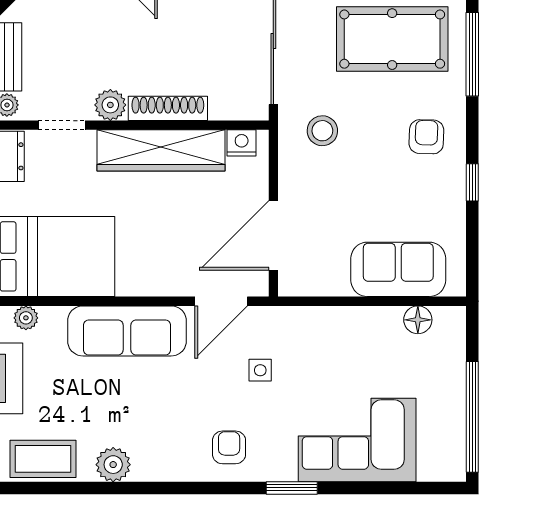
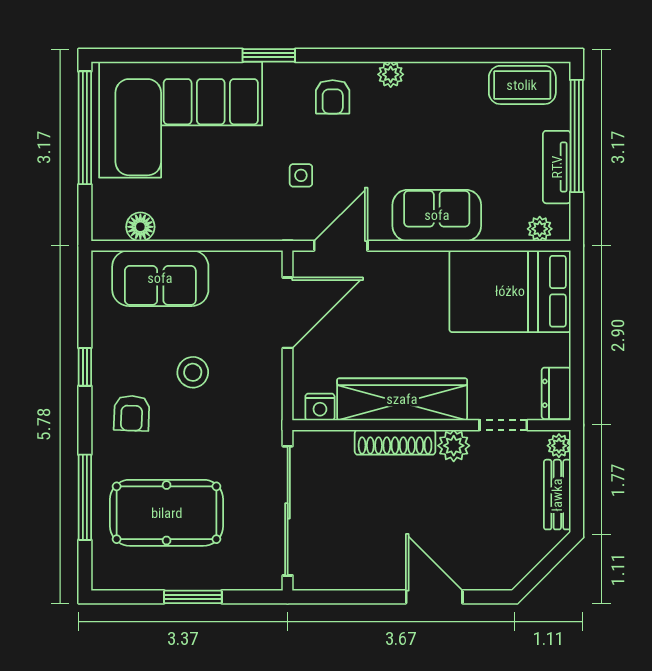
stool: (322, 131) -> (193, 372), moved
sofa: (127, 331) -> (437, 215), width x0.73
corner sofa: (357, 440) -> (181, 120), width x1.36, depth x1.36
plant: (113, 465) -> (391, 74), moved, width x0.73, depth x0.73

